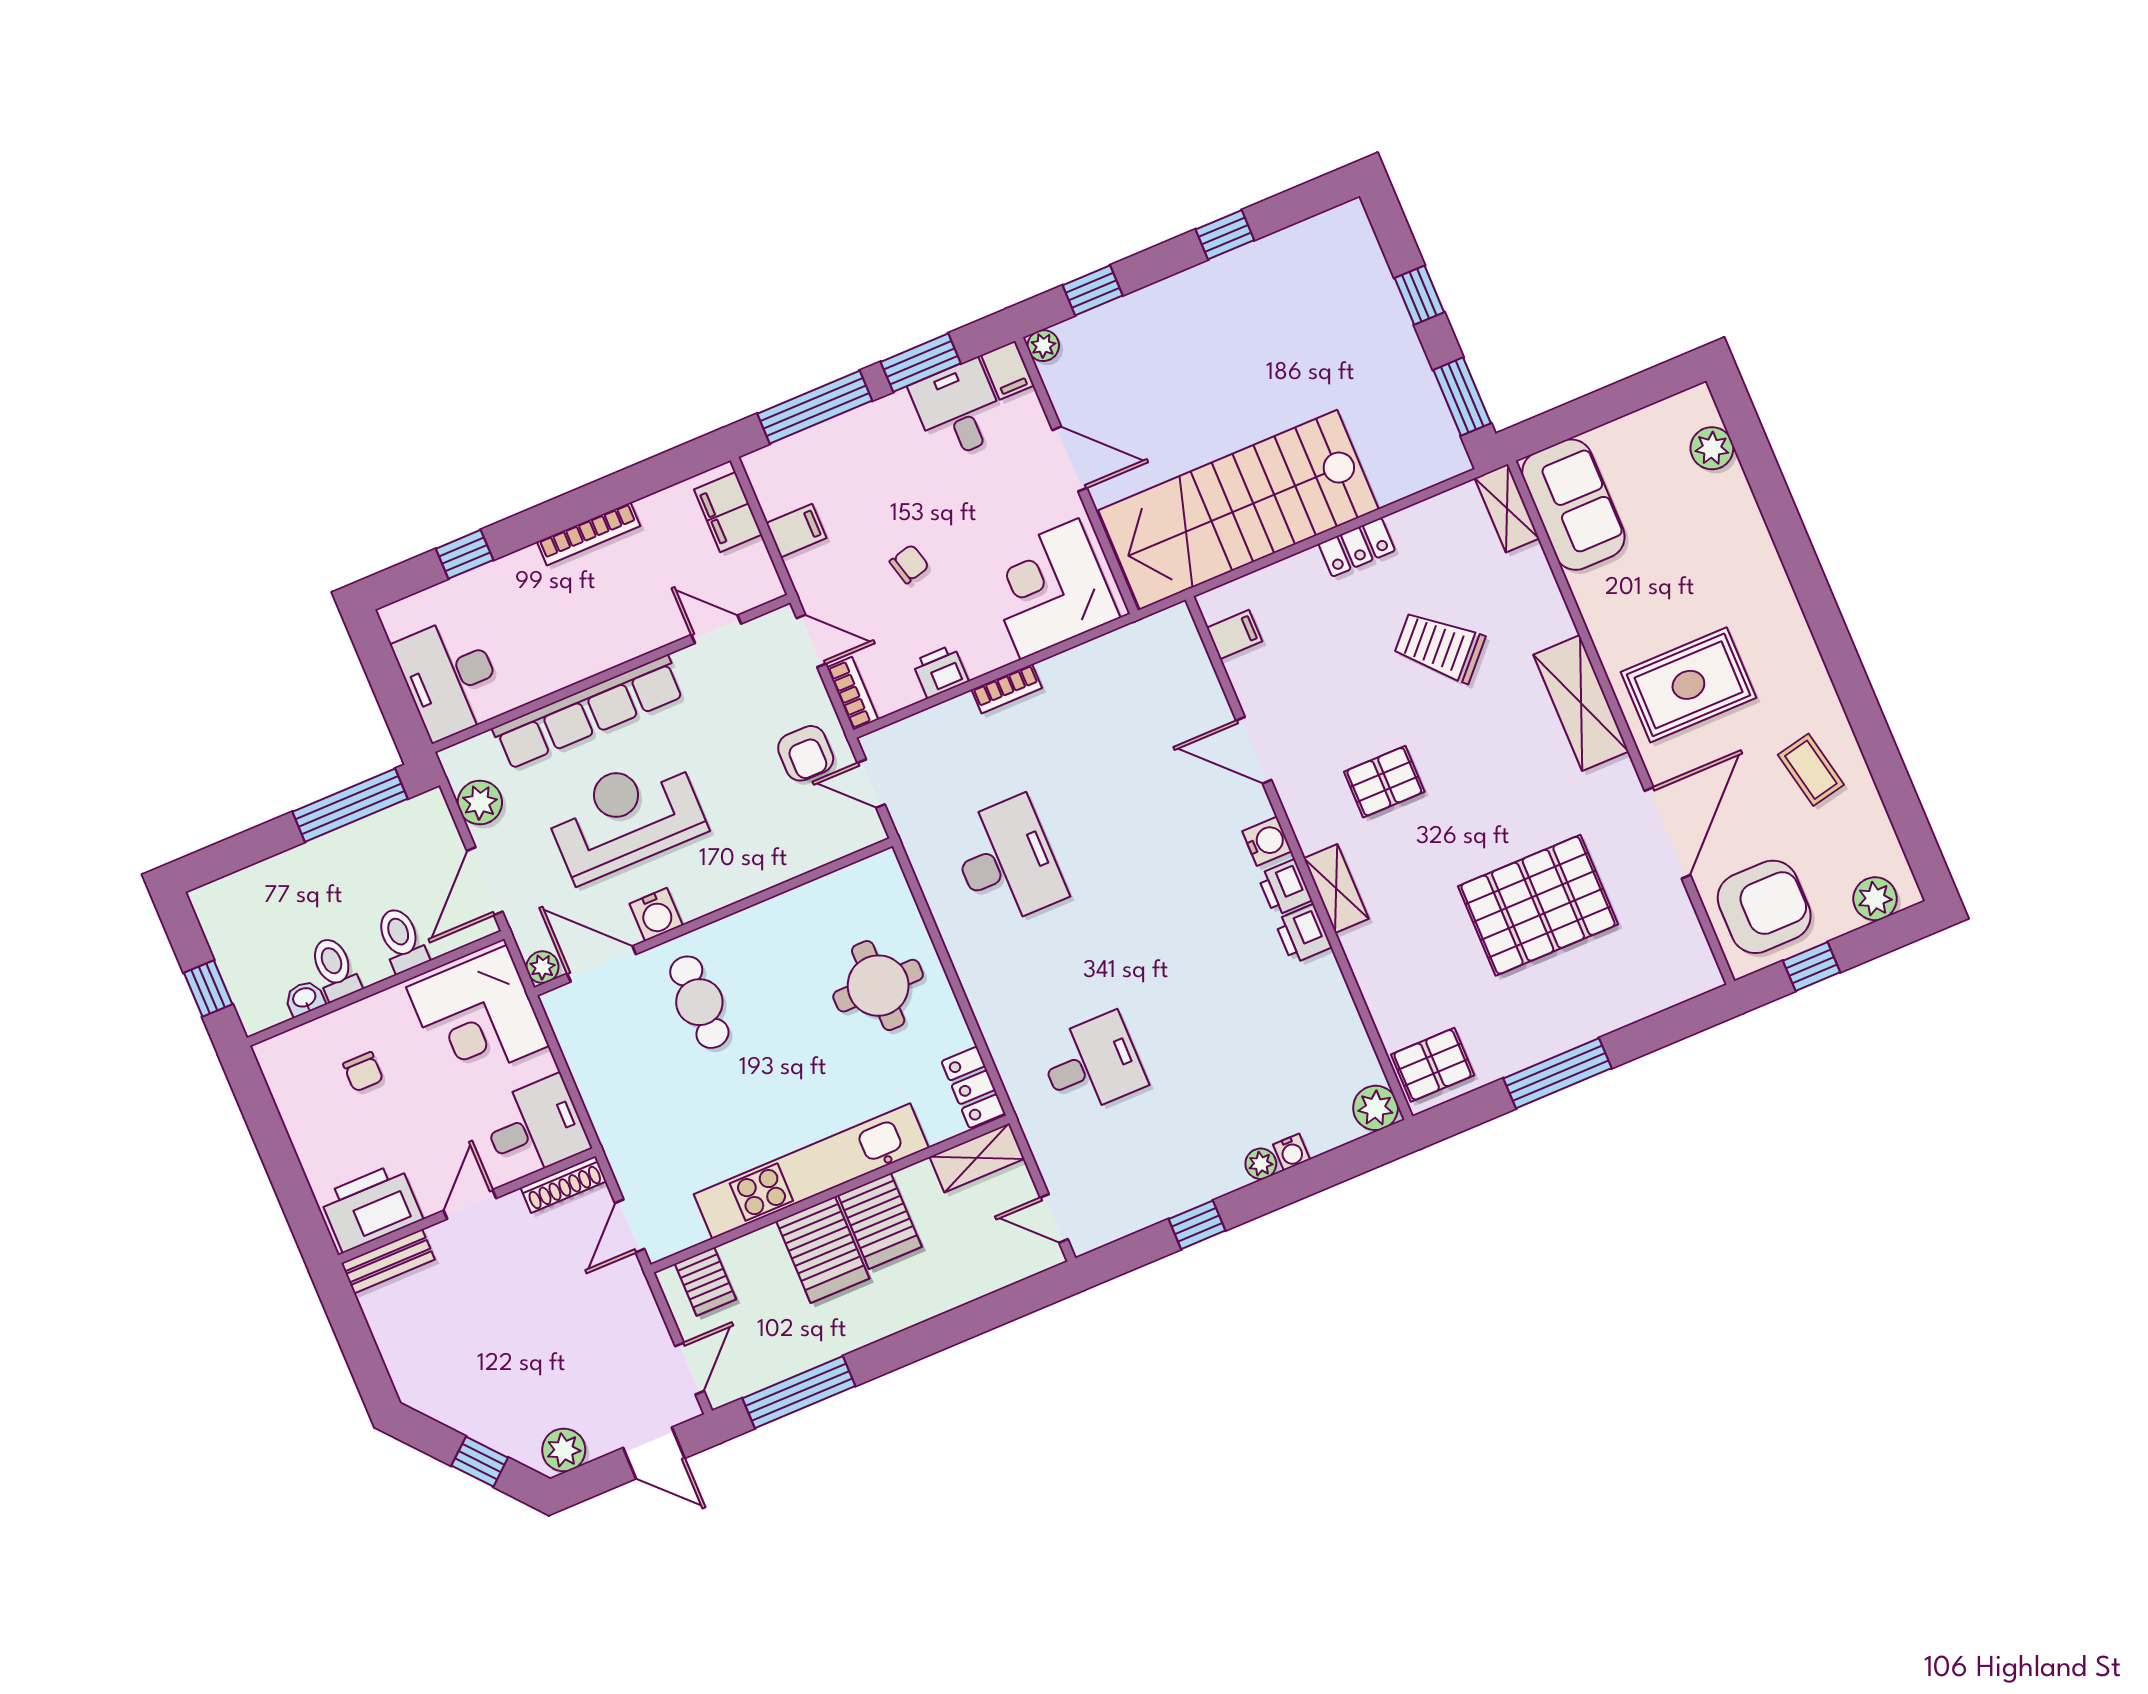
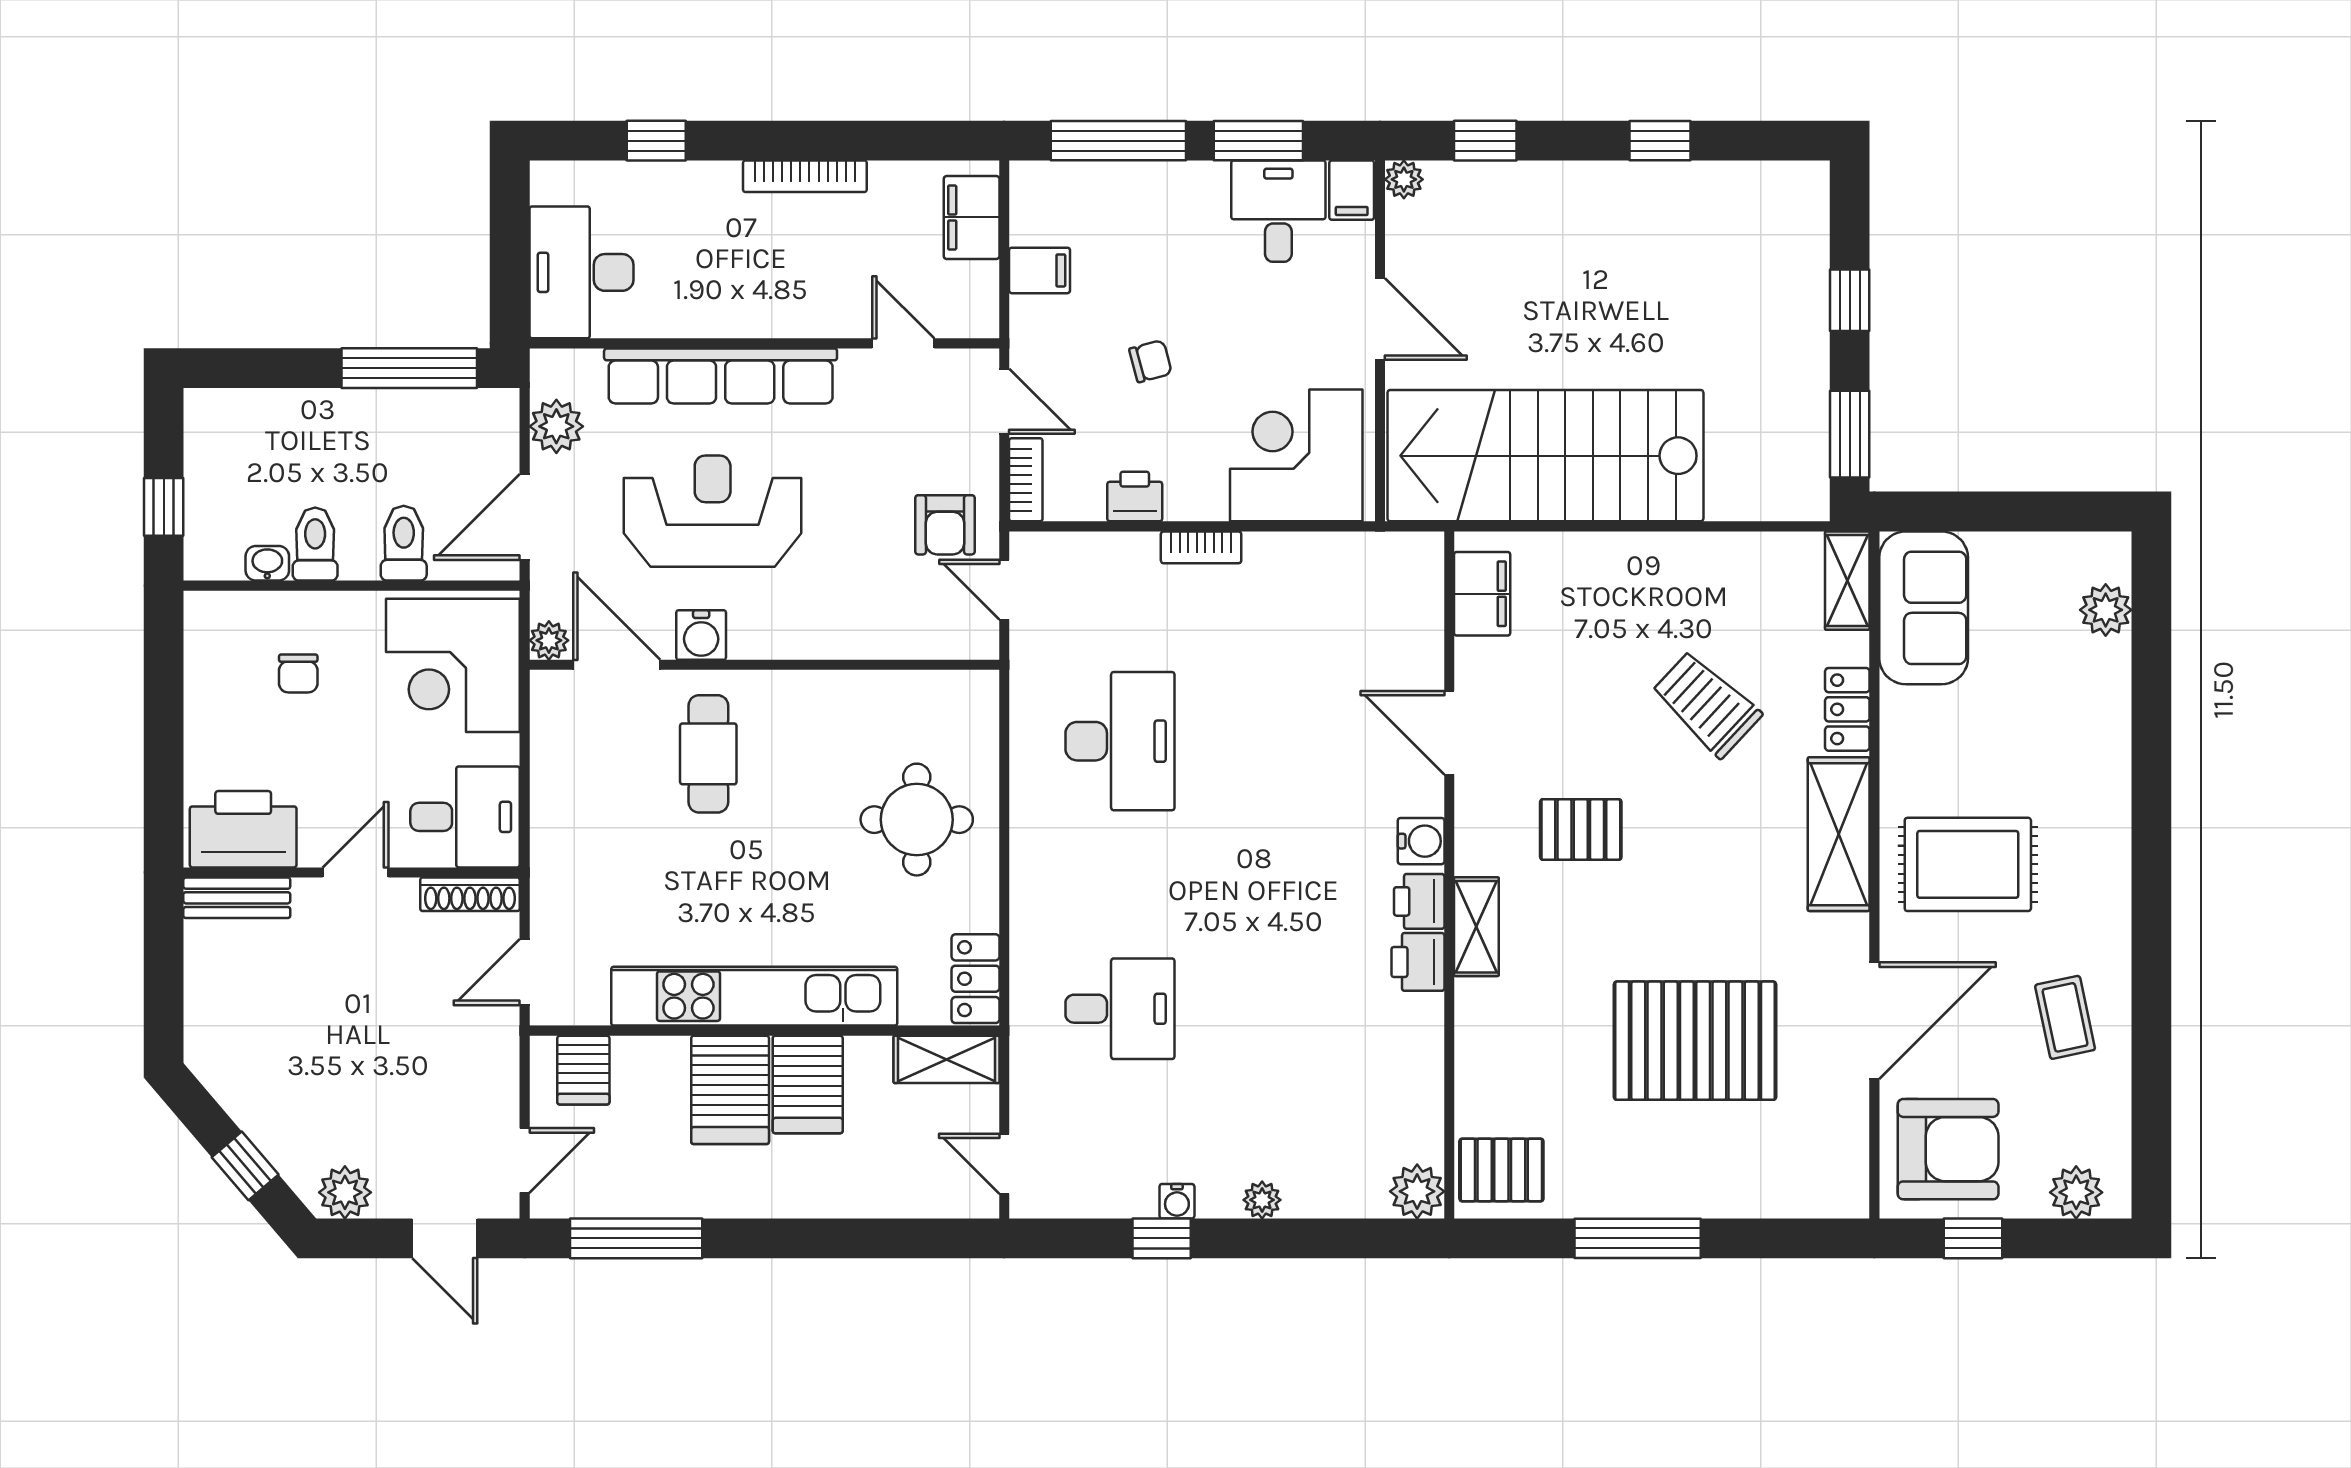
locker: (1357, 547) -> (1847, 709), moved, turned 90
filing cabinet: (1234, 634) -> (1482, 594), width x2.00
water cooler: (1291, 1152) -> (1177, 1201), moved

